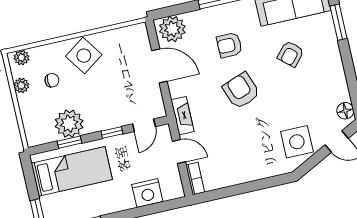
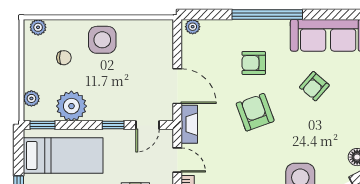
plant: (172, 29) -> (193, 27), width x0.53, depth x0.53
side table: (84, 56) -> (102, 40), turned 35
door: (159, 66) -> (177, 86), moved
plant: (21, 85) -> (31, 98), moved
window: (69, 142) -> (43, 125), moved

